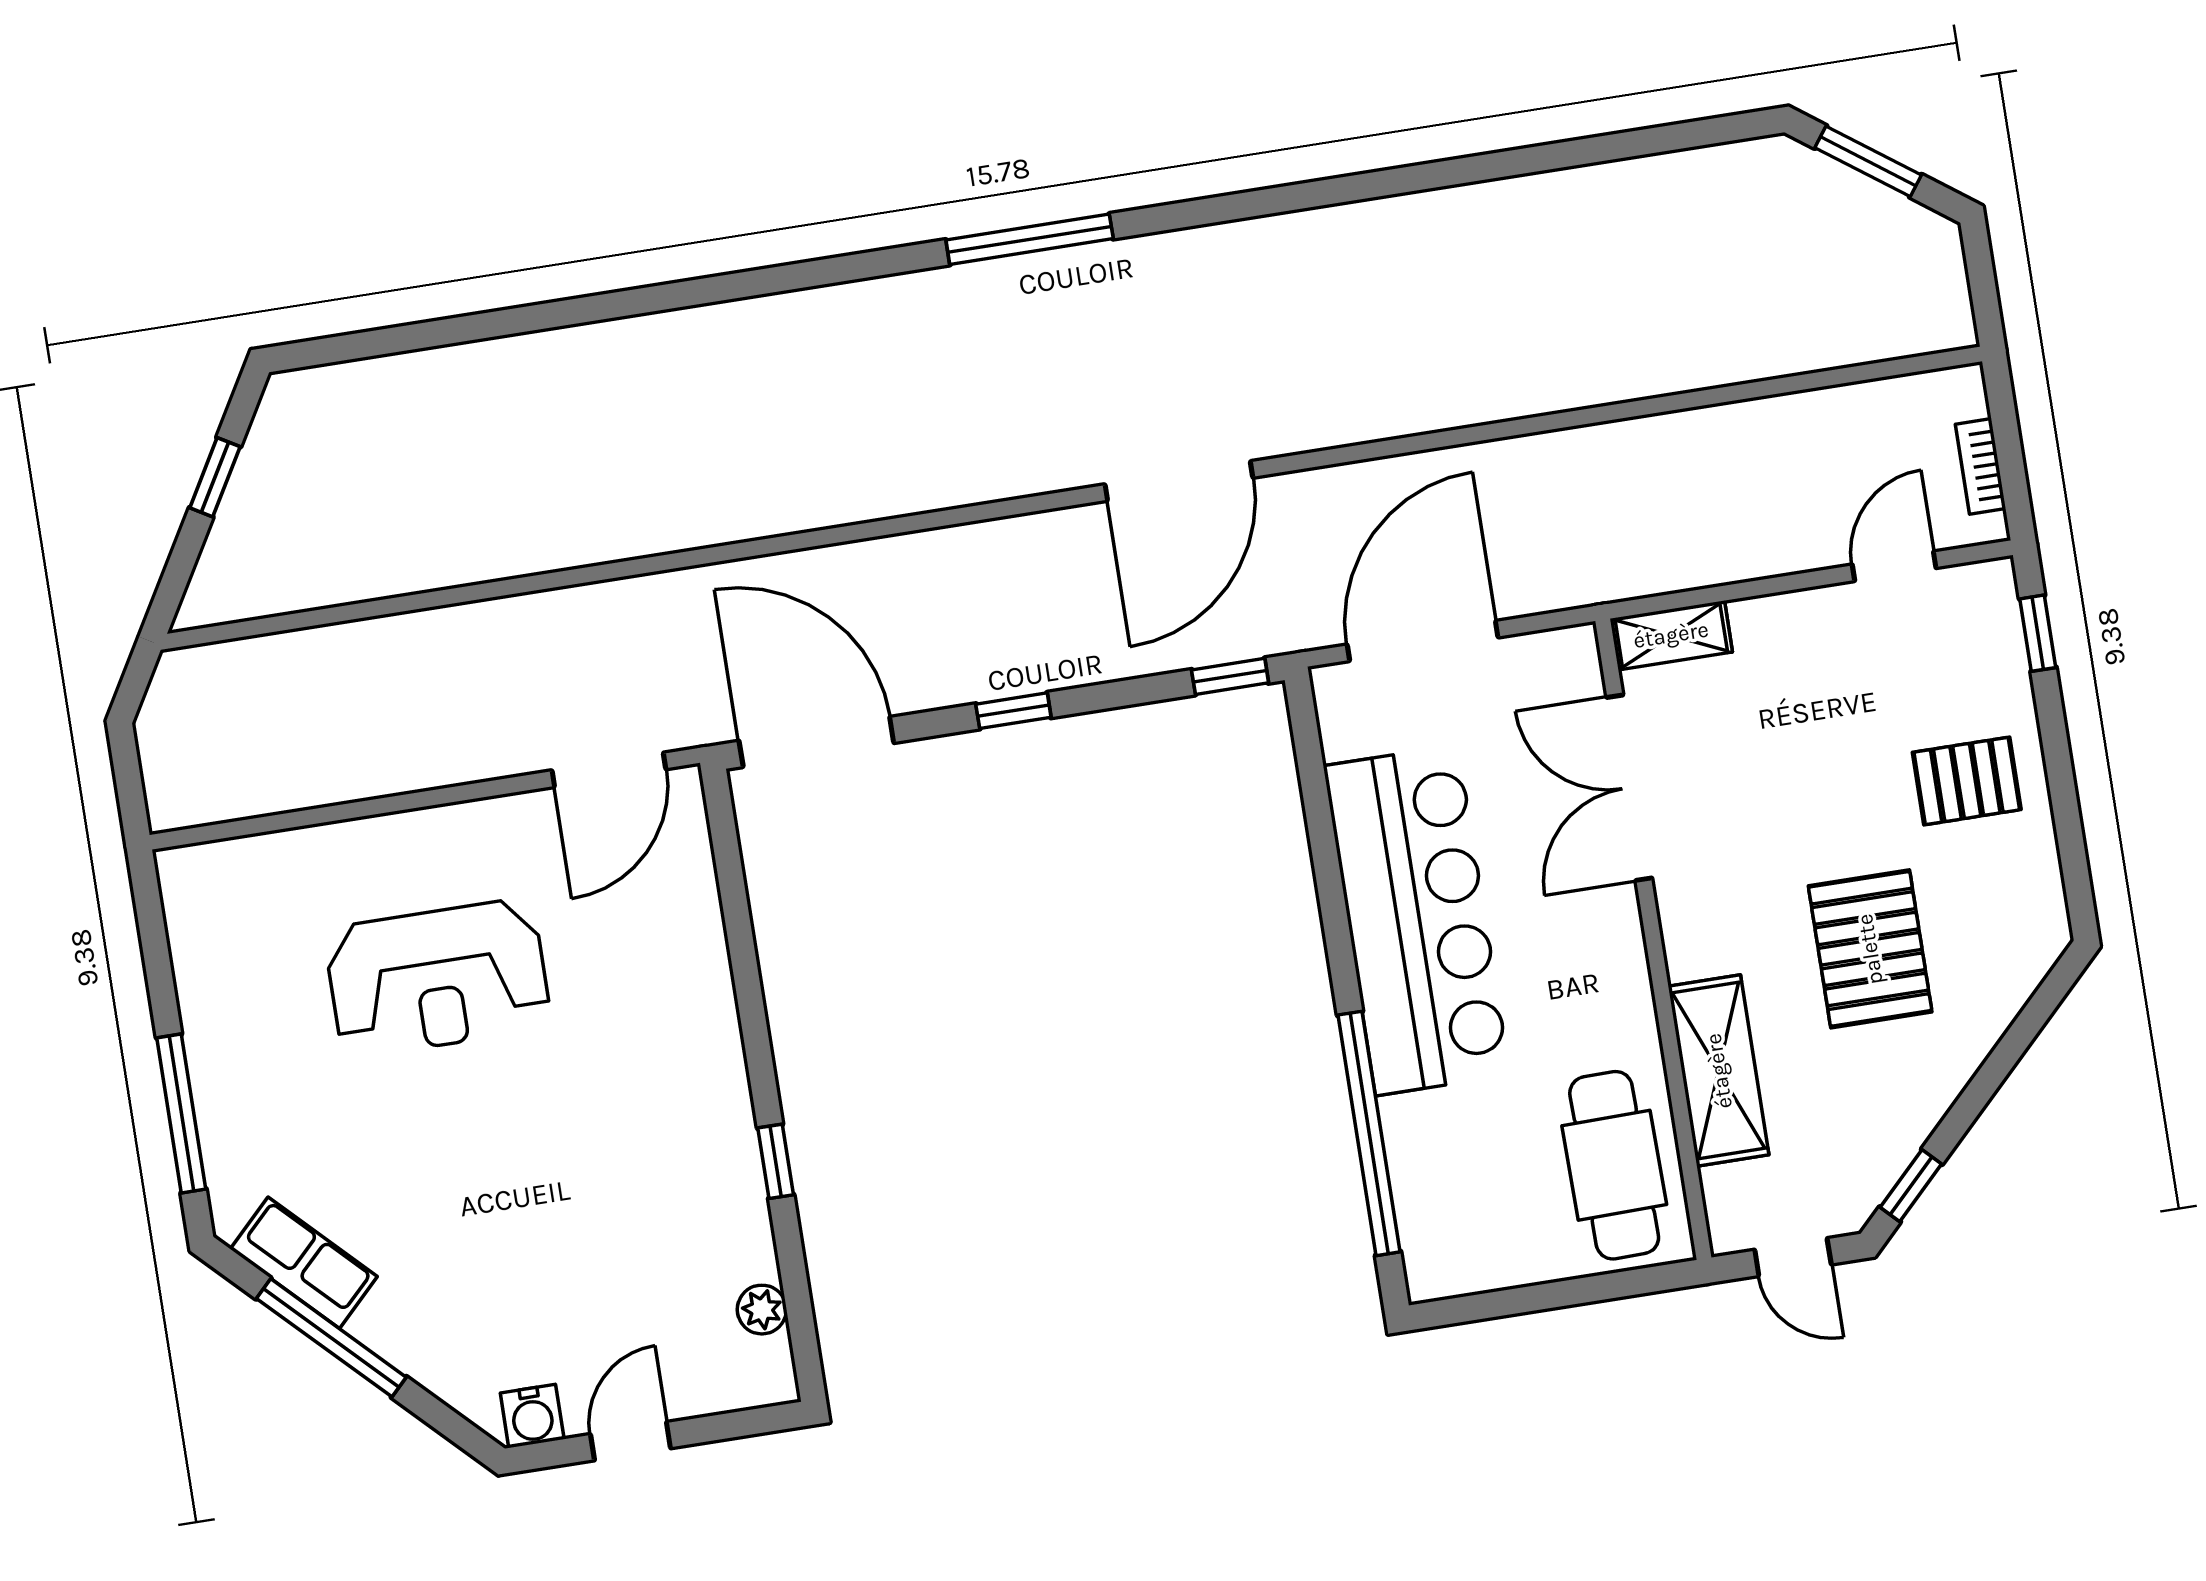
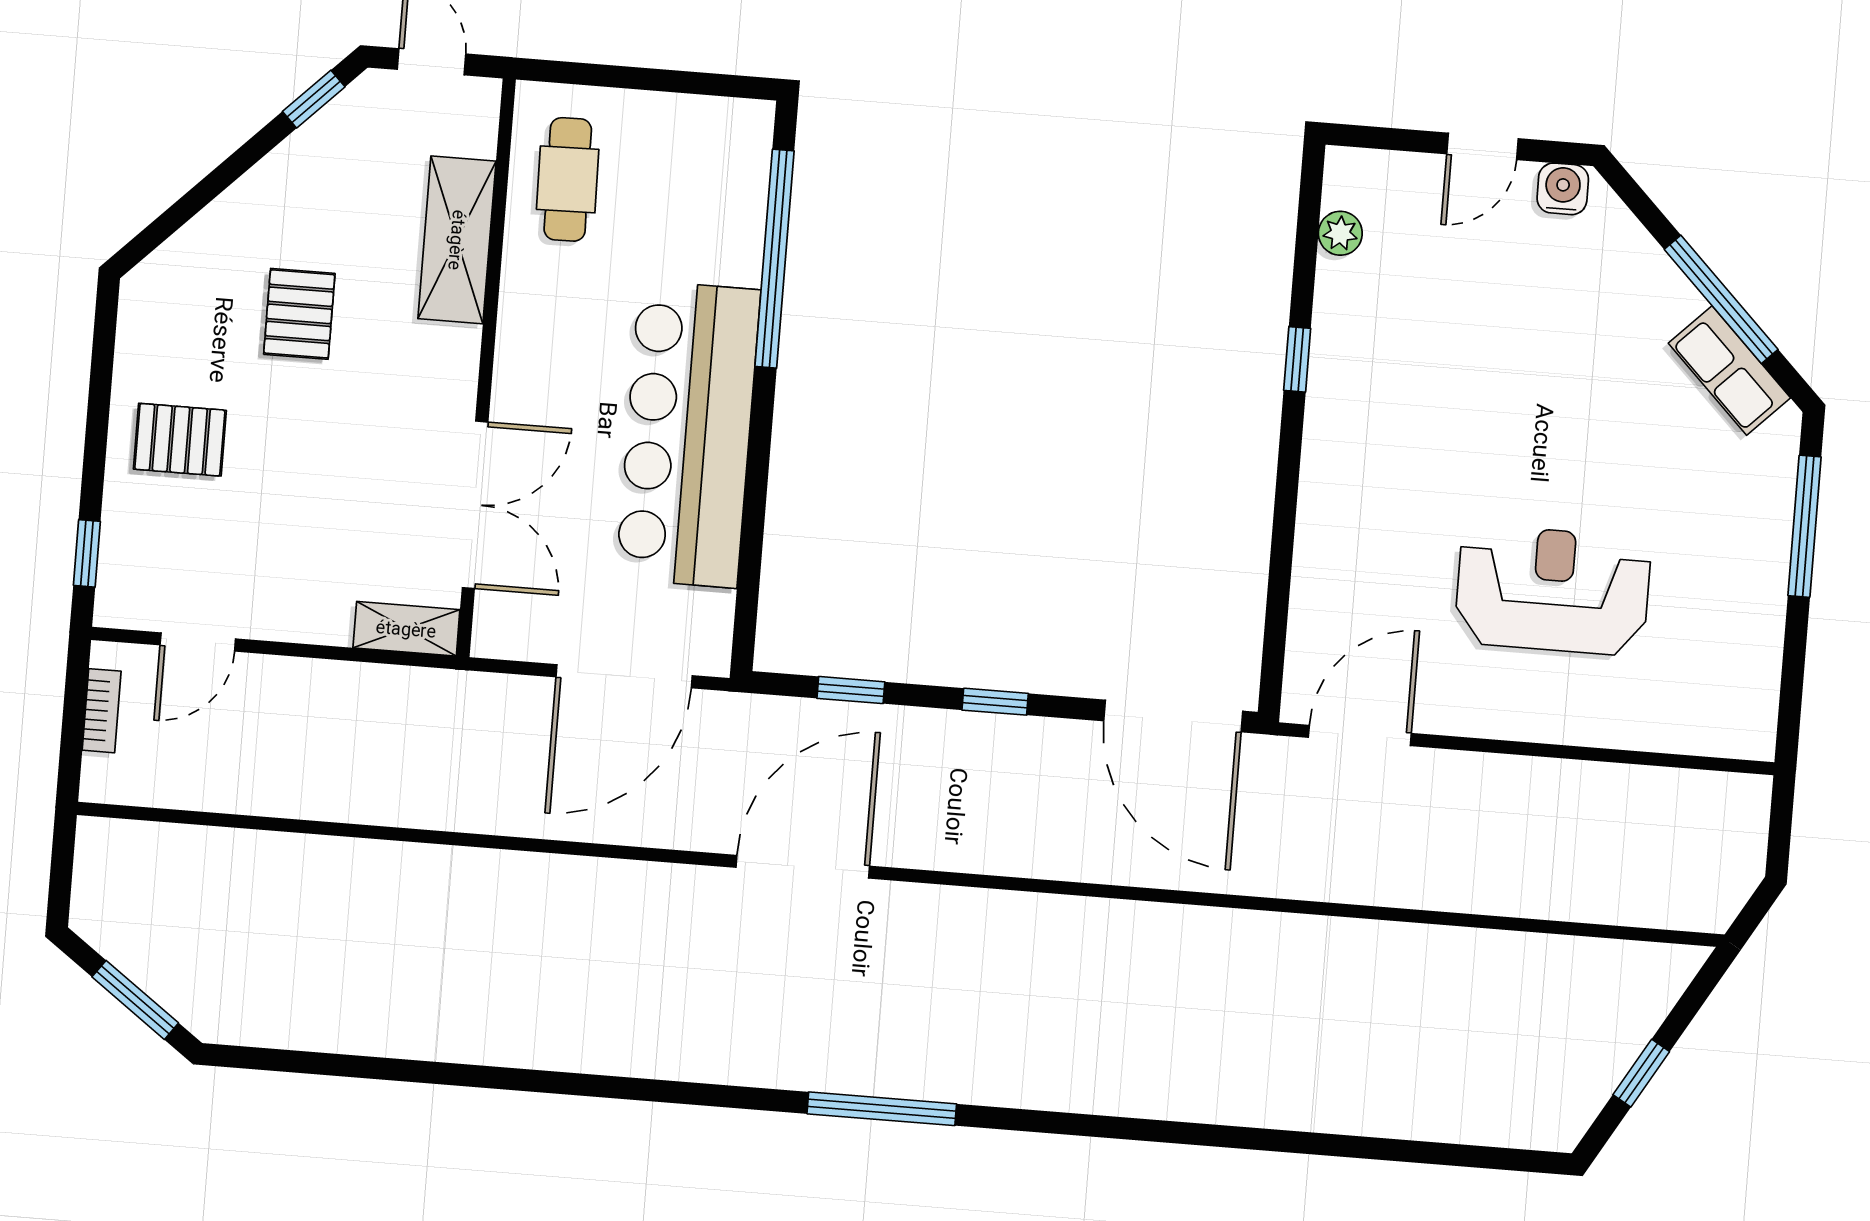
window: (1230, 676) -> (851, 690), moved
pallet: (1870, 949) -> (299, 314), width x0.67, depth x0.71
cafe table: (1614, 1165) -> (568, 179), width x0.73, depth x0.74

